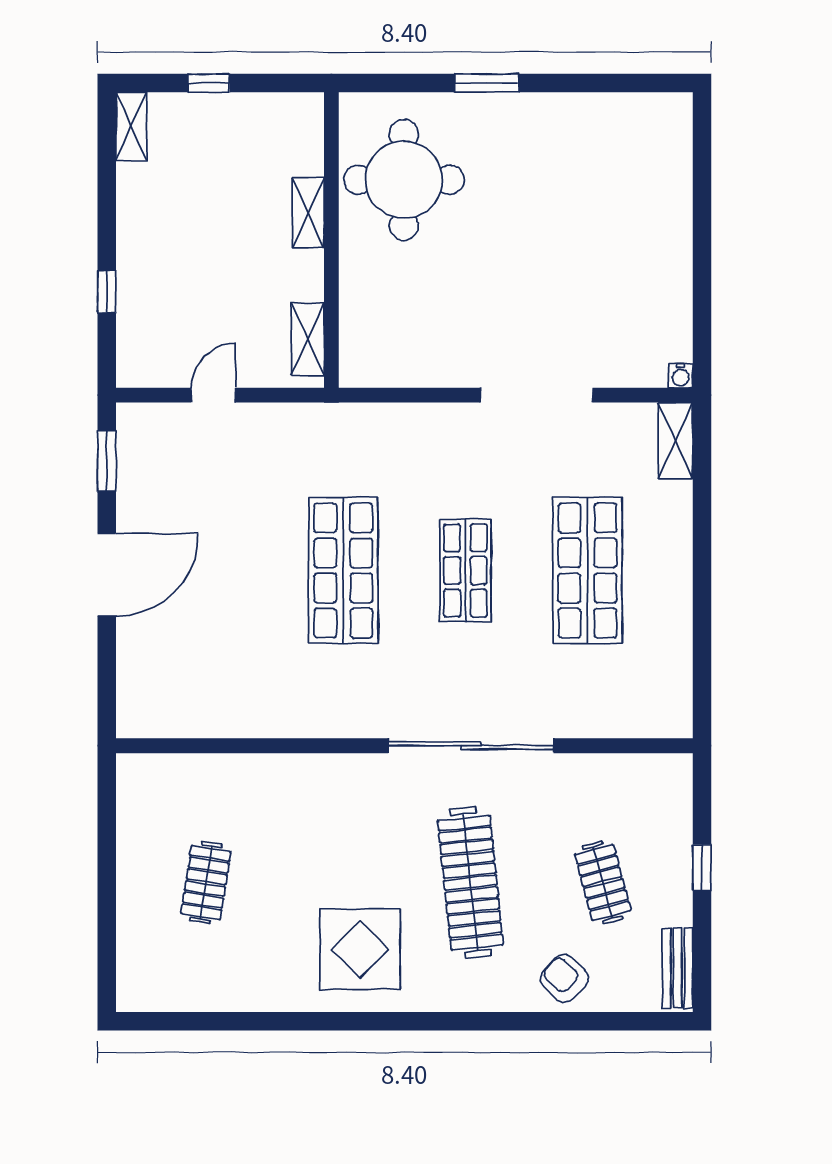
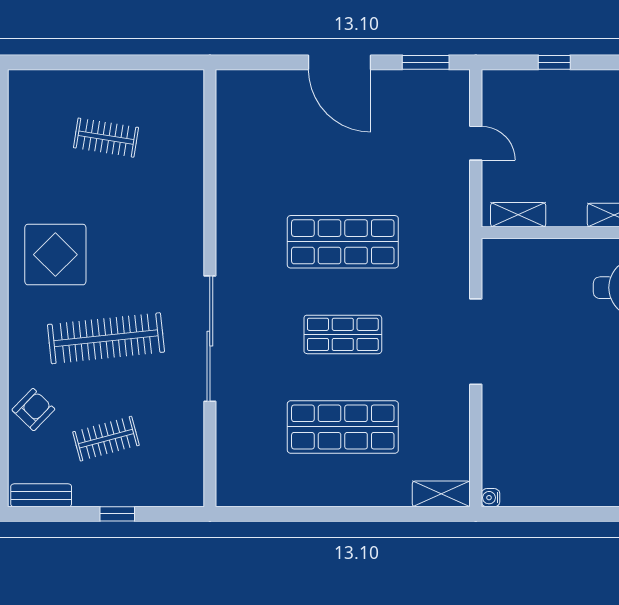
doorway: (536, 395) -> (476, 342), moved

